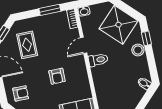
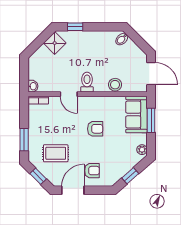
window: (50, 10) -> (24, 140), moved
shower: (119, 25) -> (55, 43), width x0.54, depth x0.54
stool: (138, 50) -> (115, 85), moved
armchair: (21, 93) -> (92, 171), moved, turned 90

